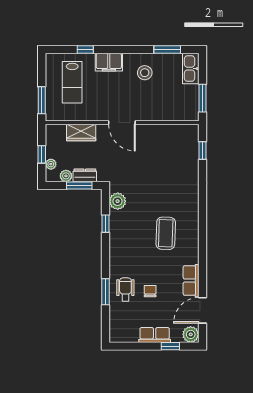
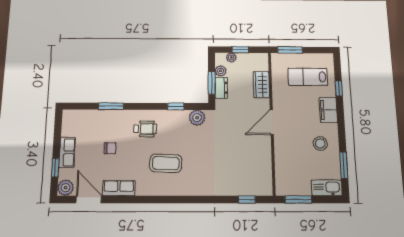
wheelchair: (125, 289) -> (145, 129), moved

